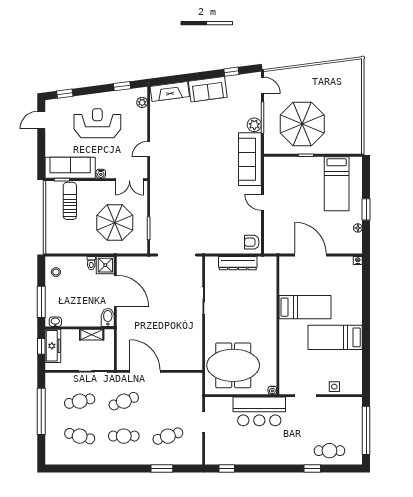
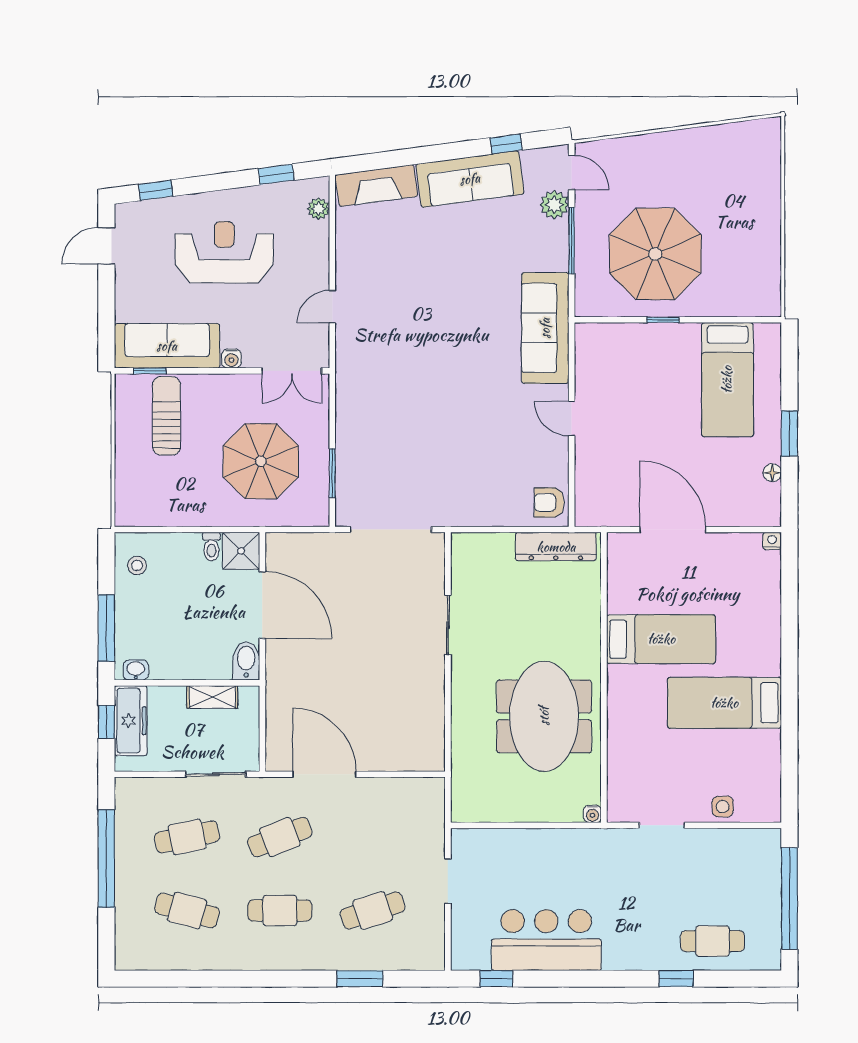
sofa: (208, 89) -> (470, 179), width x1.36
plant: (254, 125) -> (554, 205), moved
dresser: (238, 263) -> (556, 547), moved
meeting table: (233, 365) -> (544, 716), moved, turned 90
bar counter: (259, 411) -> (546, 940), moved, turned 180

